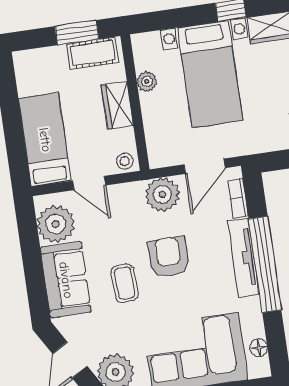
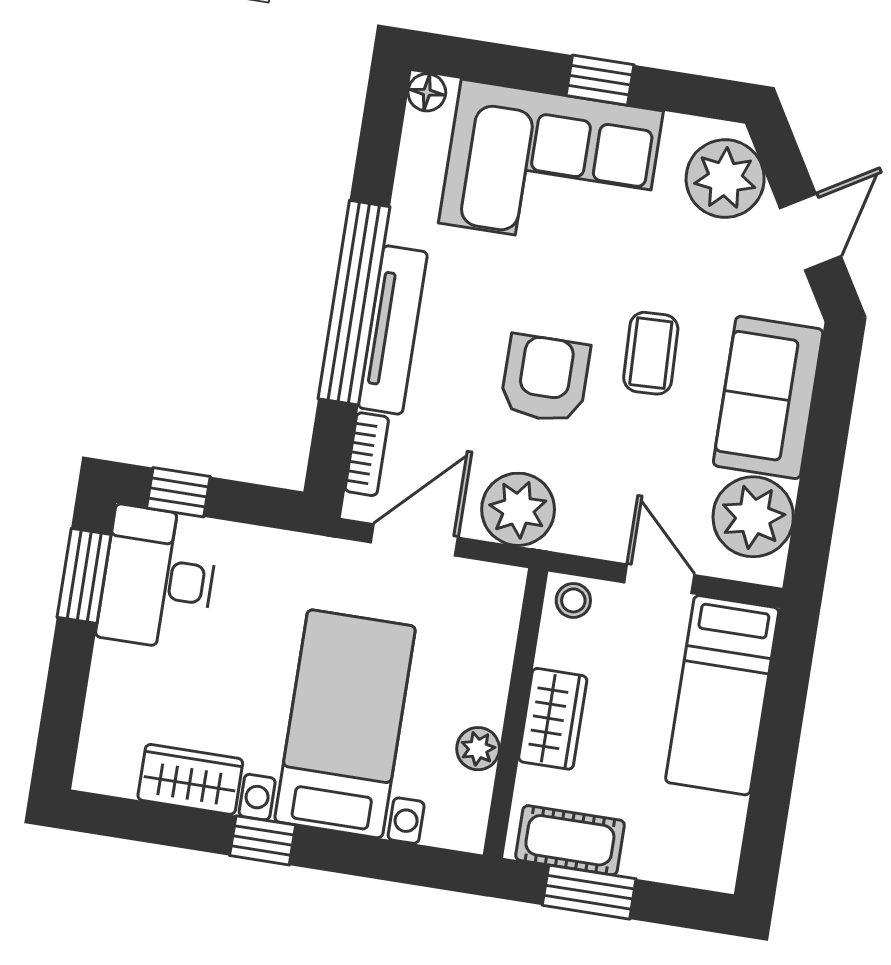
armchair: (168, 257) -> (545, 379), turned 180
floor lamp: (259, 348) -> (427, 92), moved

